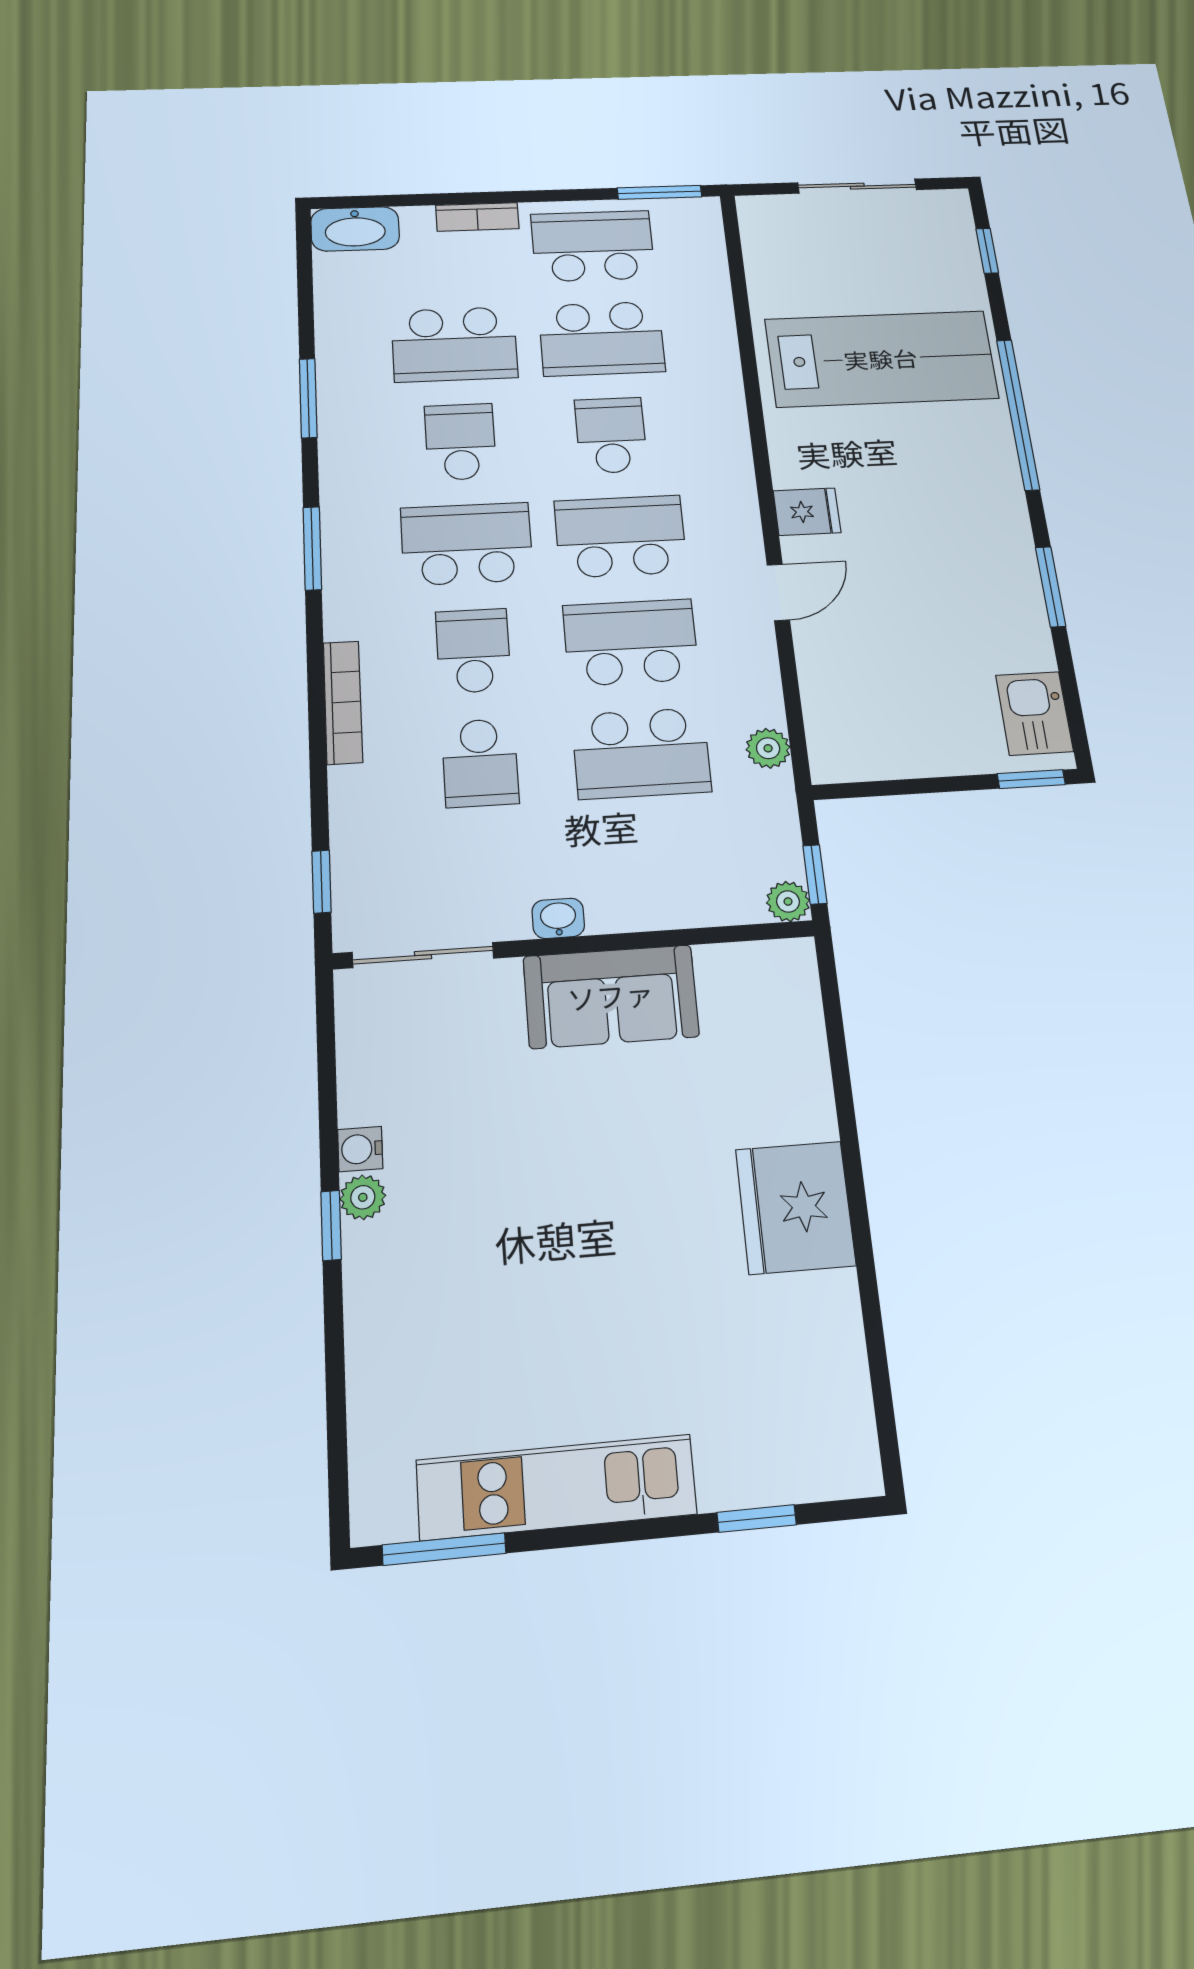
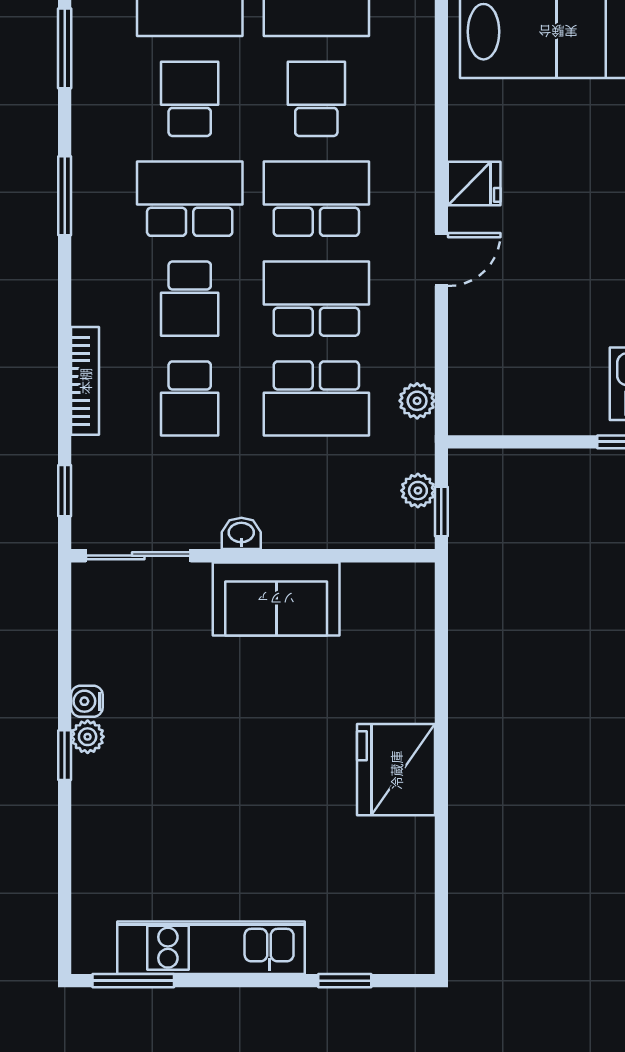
school desk: (473, 651) -> (190, 299), turned 180
bookcase: (343, 702) -> (85, 381), moved
plant: (788, 901) -> (418, 491), moved

